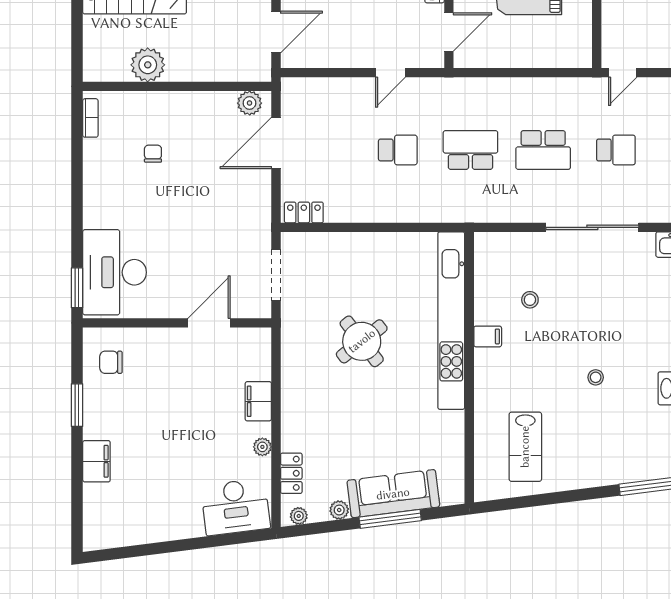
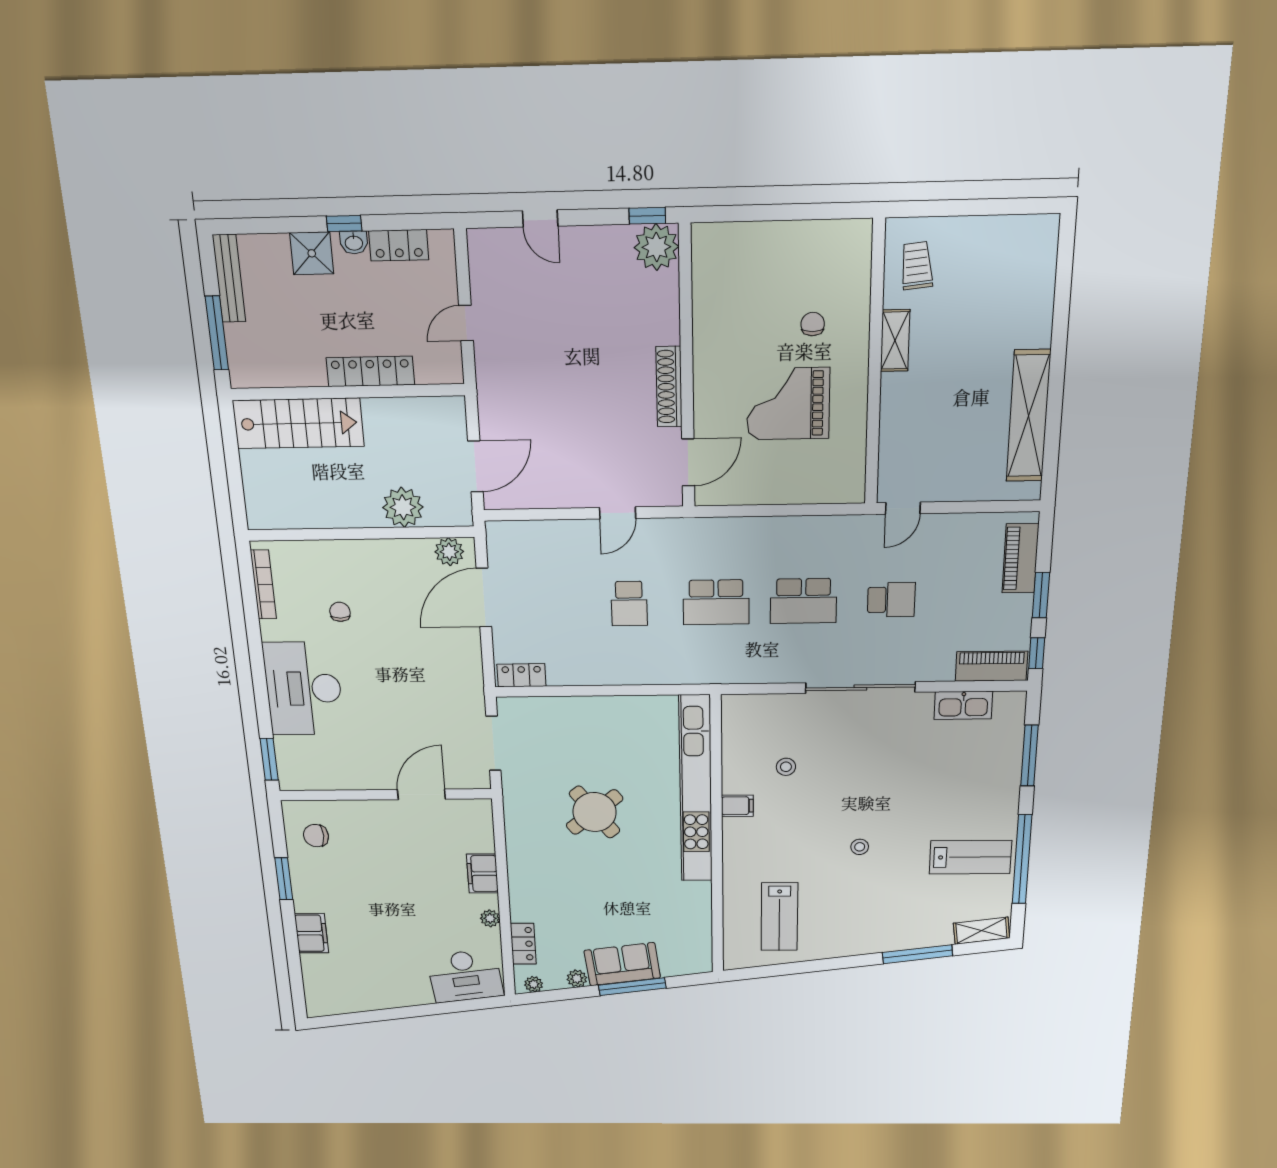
plant: (148, 65) -> (403, 507), moved
bookcase: (90, 118) -> (263, 585), width x1.56
school desk: (398, 150) -> (629, 603), turned 90
school desk: (470, 150) -> (716, 602), turned 180
desk: (115, 272) -> (304, 689), moved
sofa: (393, 494) -> (622, 964), width x0.73

